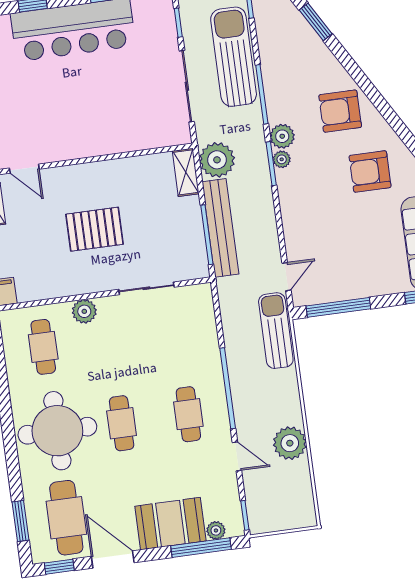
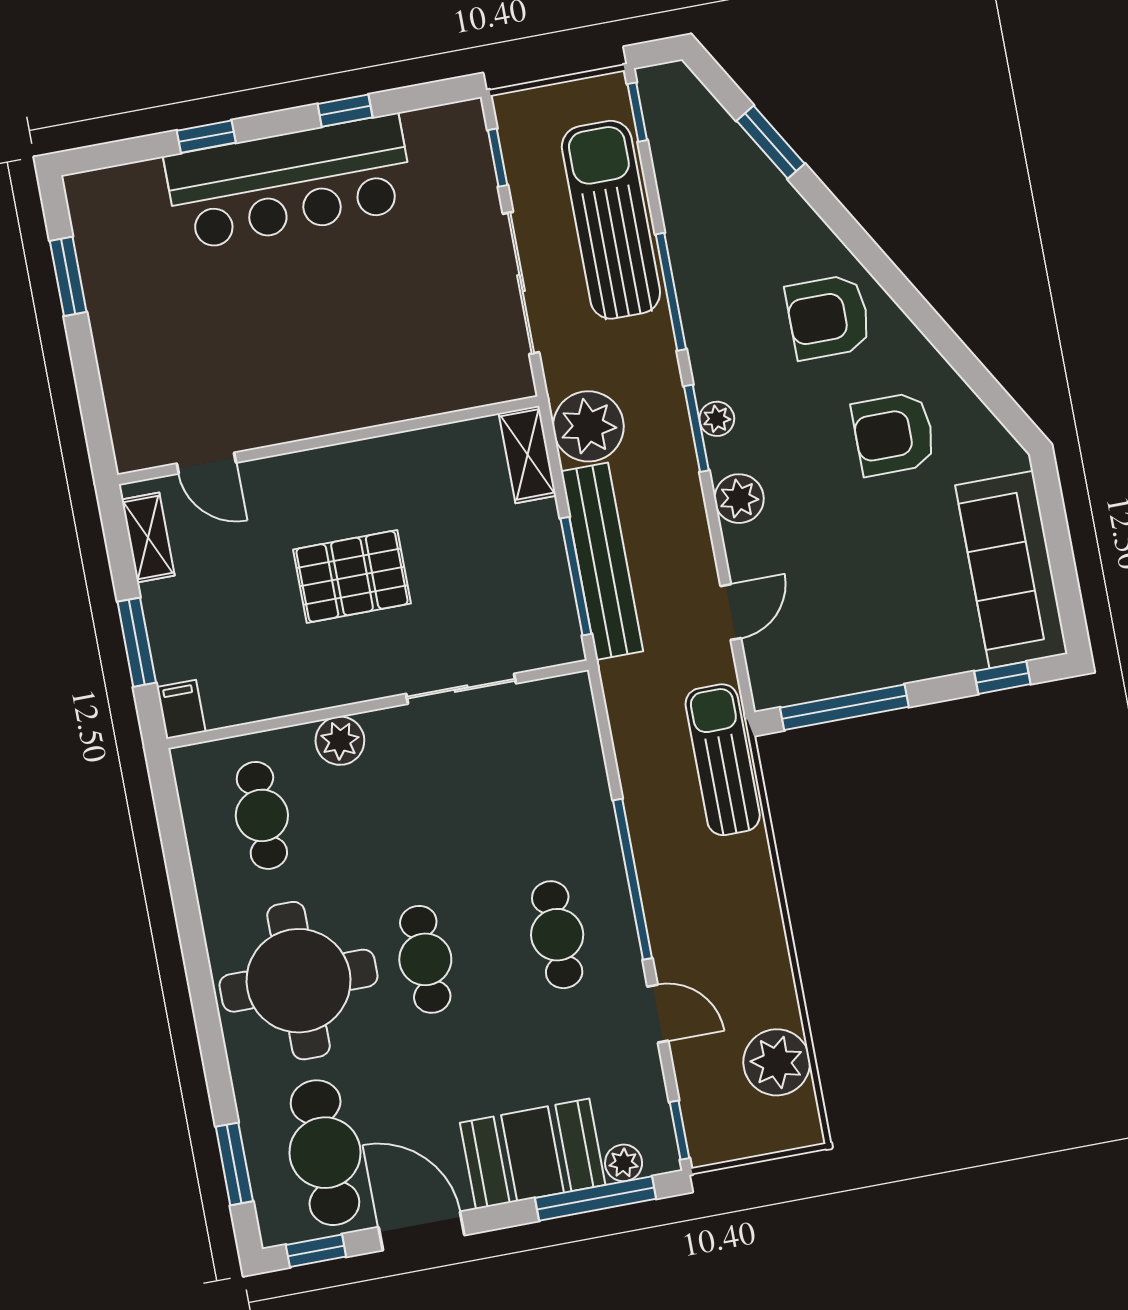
plant: (282, 136) -> (739, 499), moved
door: (286, 277) -> (731, 612), moved
plant: (290, 443) -> (777, 1062), moved

